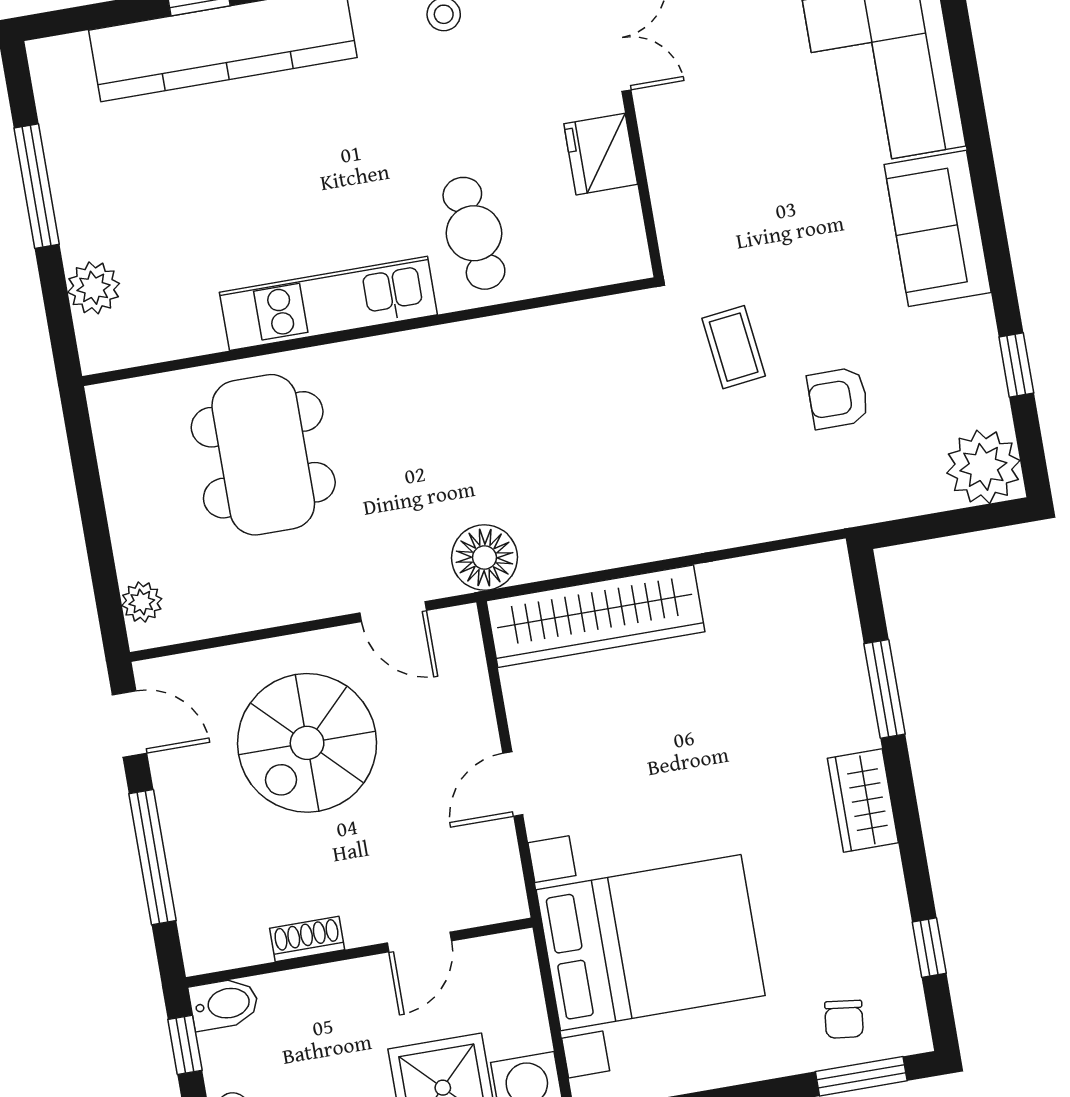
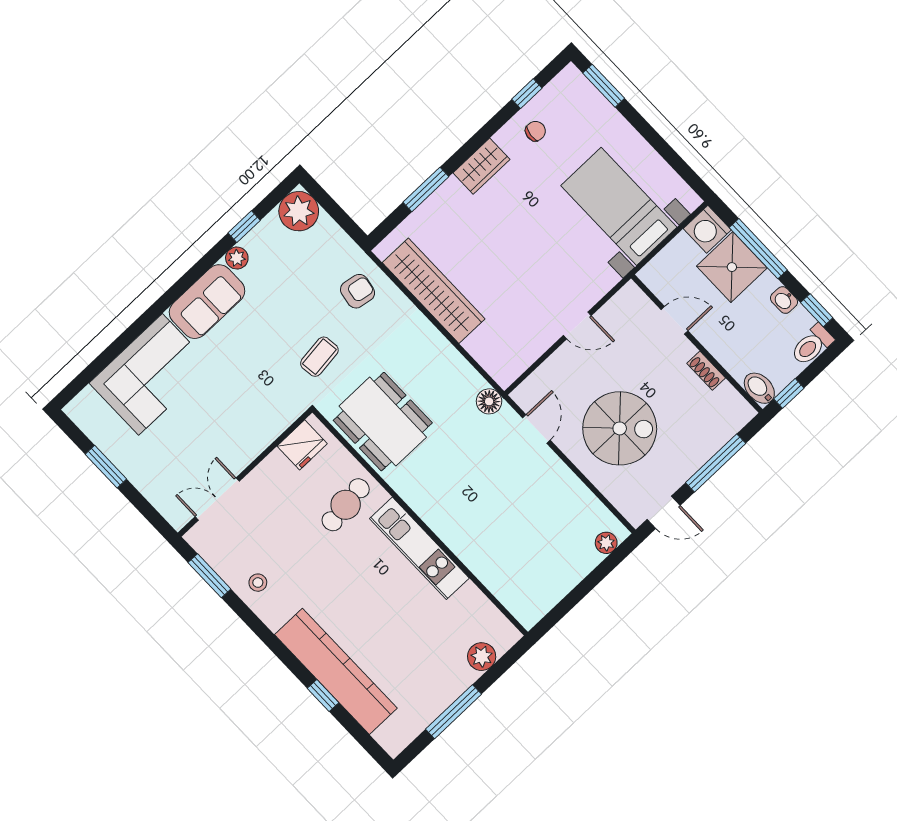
fridge: (601, 154) -> (302, 445), moved
plant: (975, 321) -> (237, 258), added
armchair: (838, 398) -> (358, 291), moved, turned -80
dining table: (263, 455) -> (383, 422), moved, turned 90
floor lamp: (484, 557) -> (489, 401), width x0.73, depth x0.73
wardrobe: (596, 616) -> (434, 291), moved
door: (129, 724) -> (664, 512), swing flipped
bed with nightstands: (651, 943) -> (619, 206), width x0.73
chair: (844, 1019) -> (535, 131), moved

